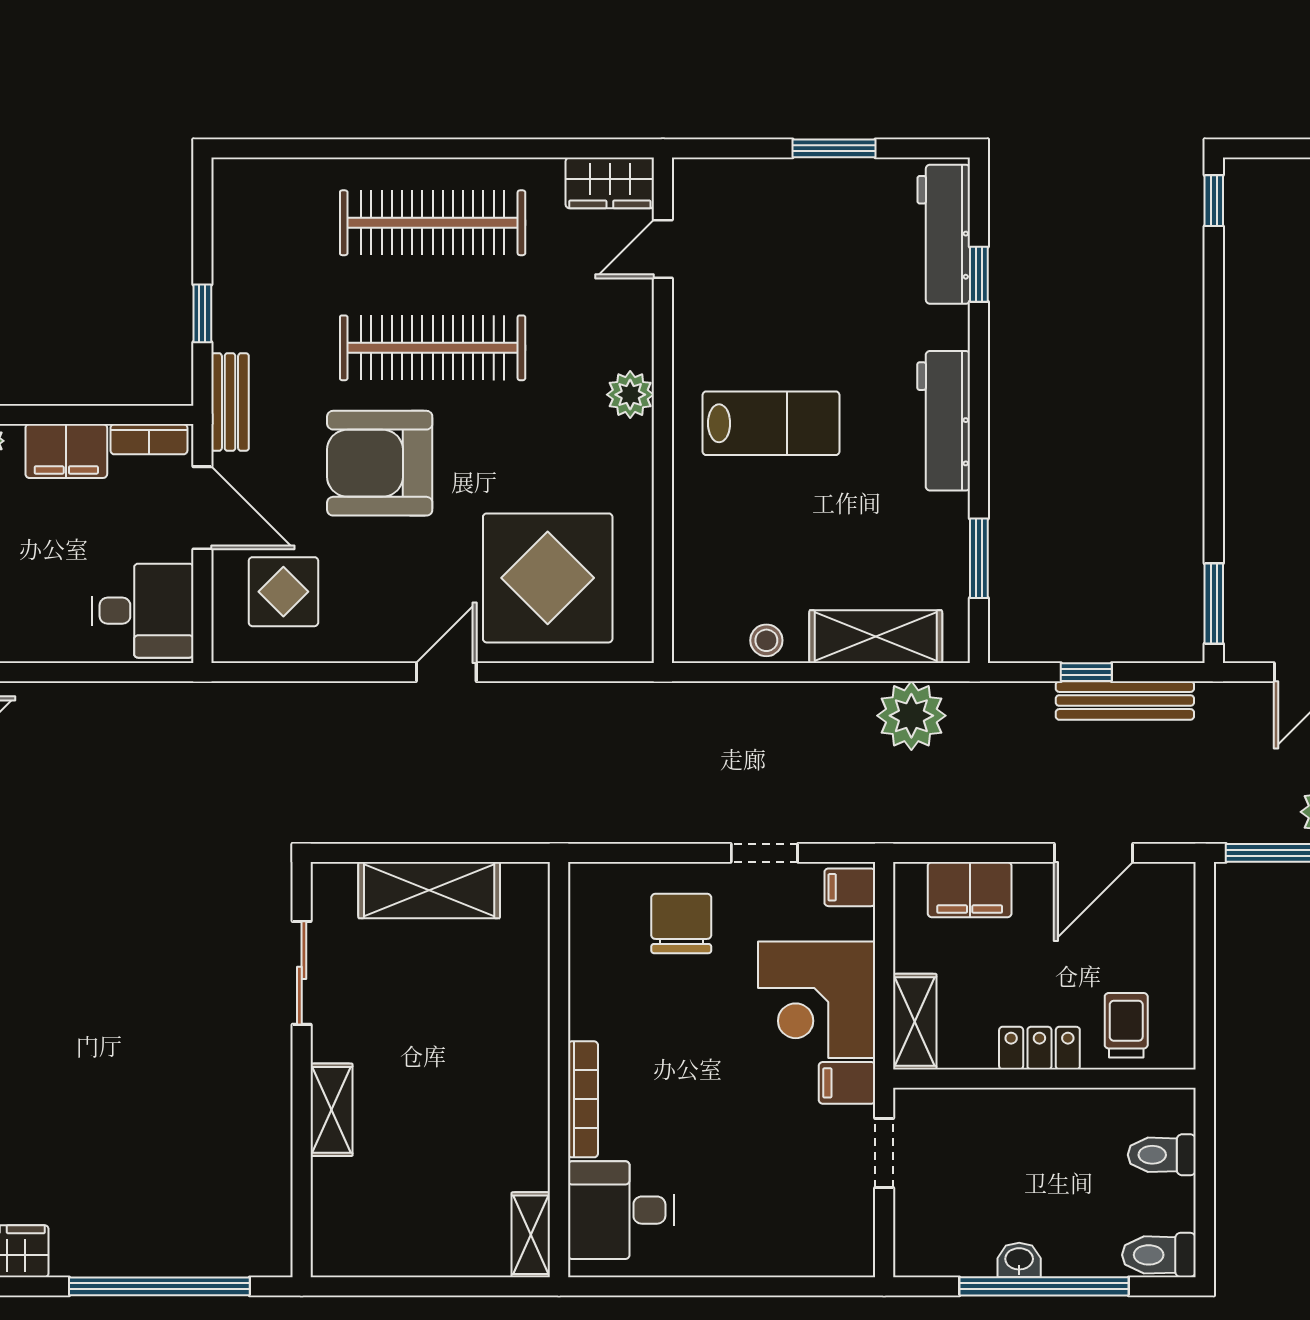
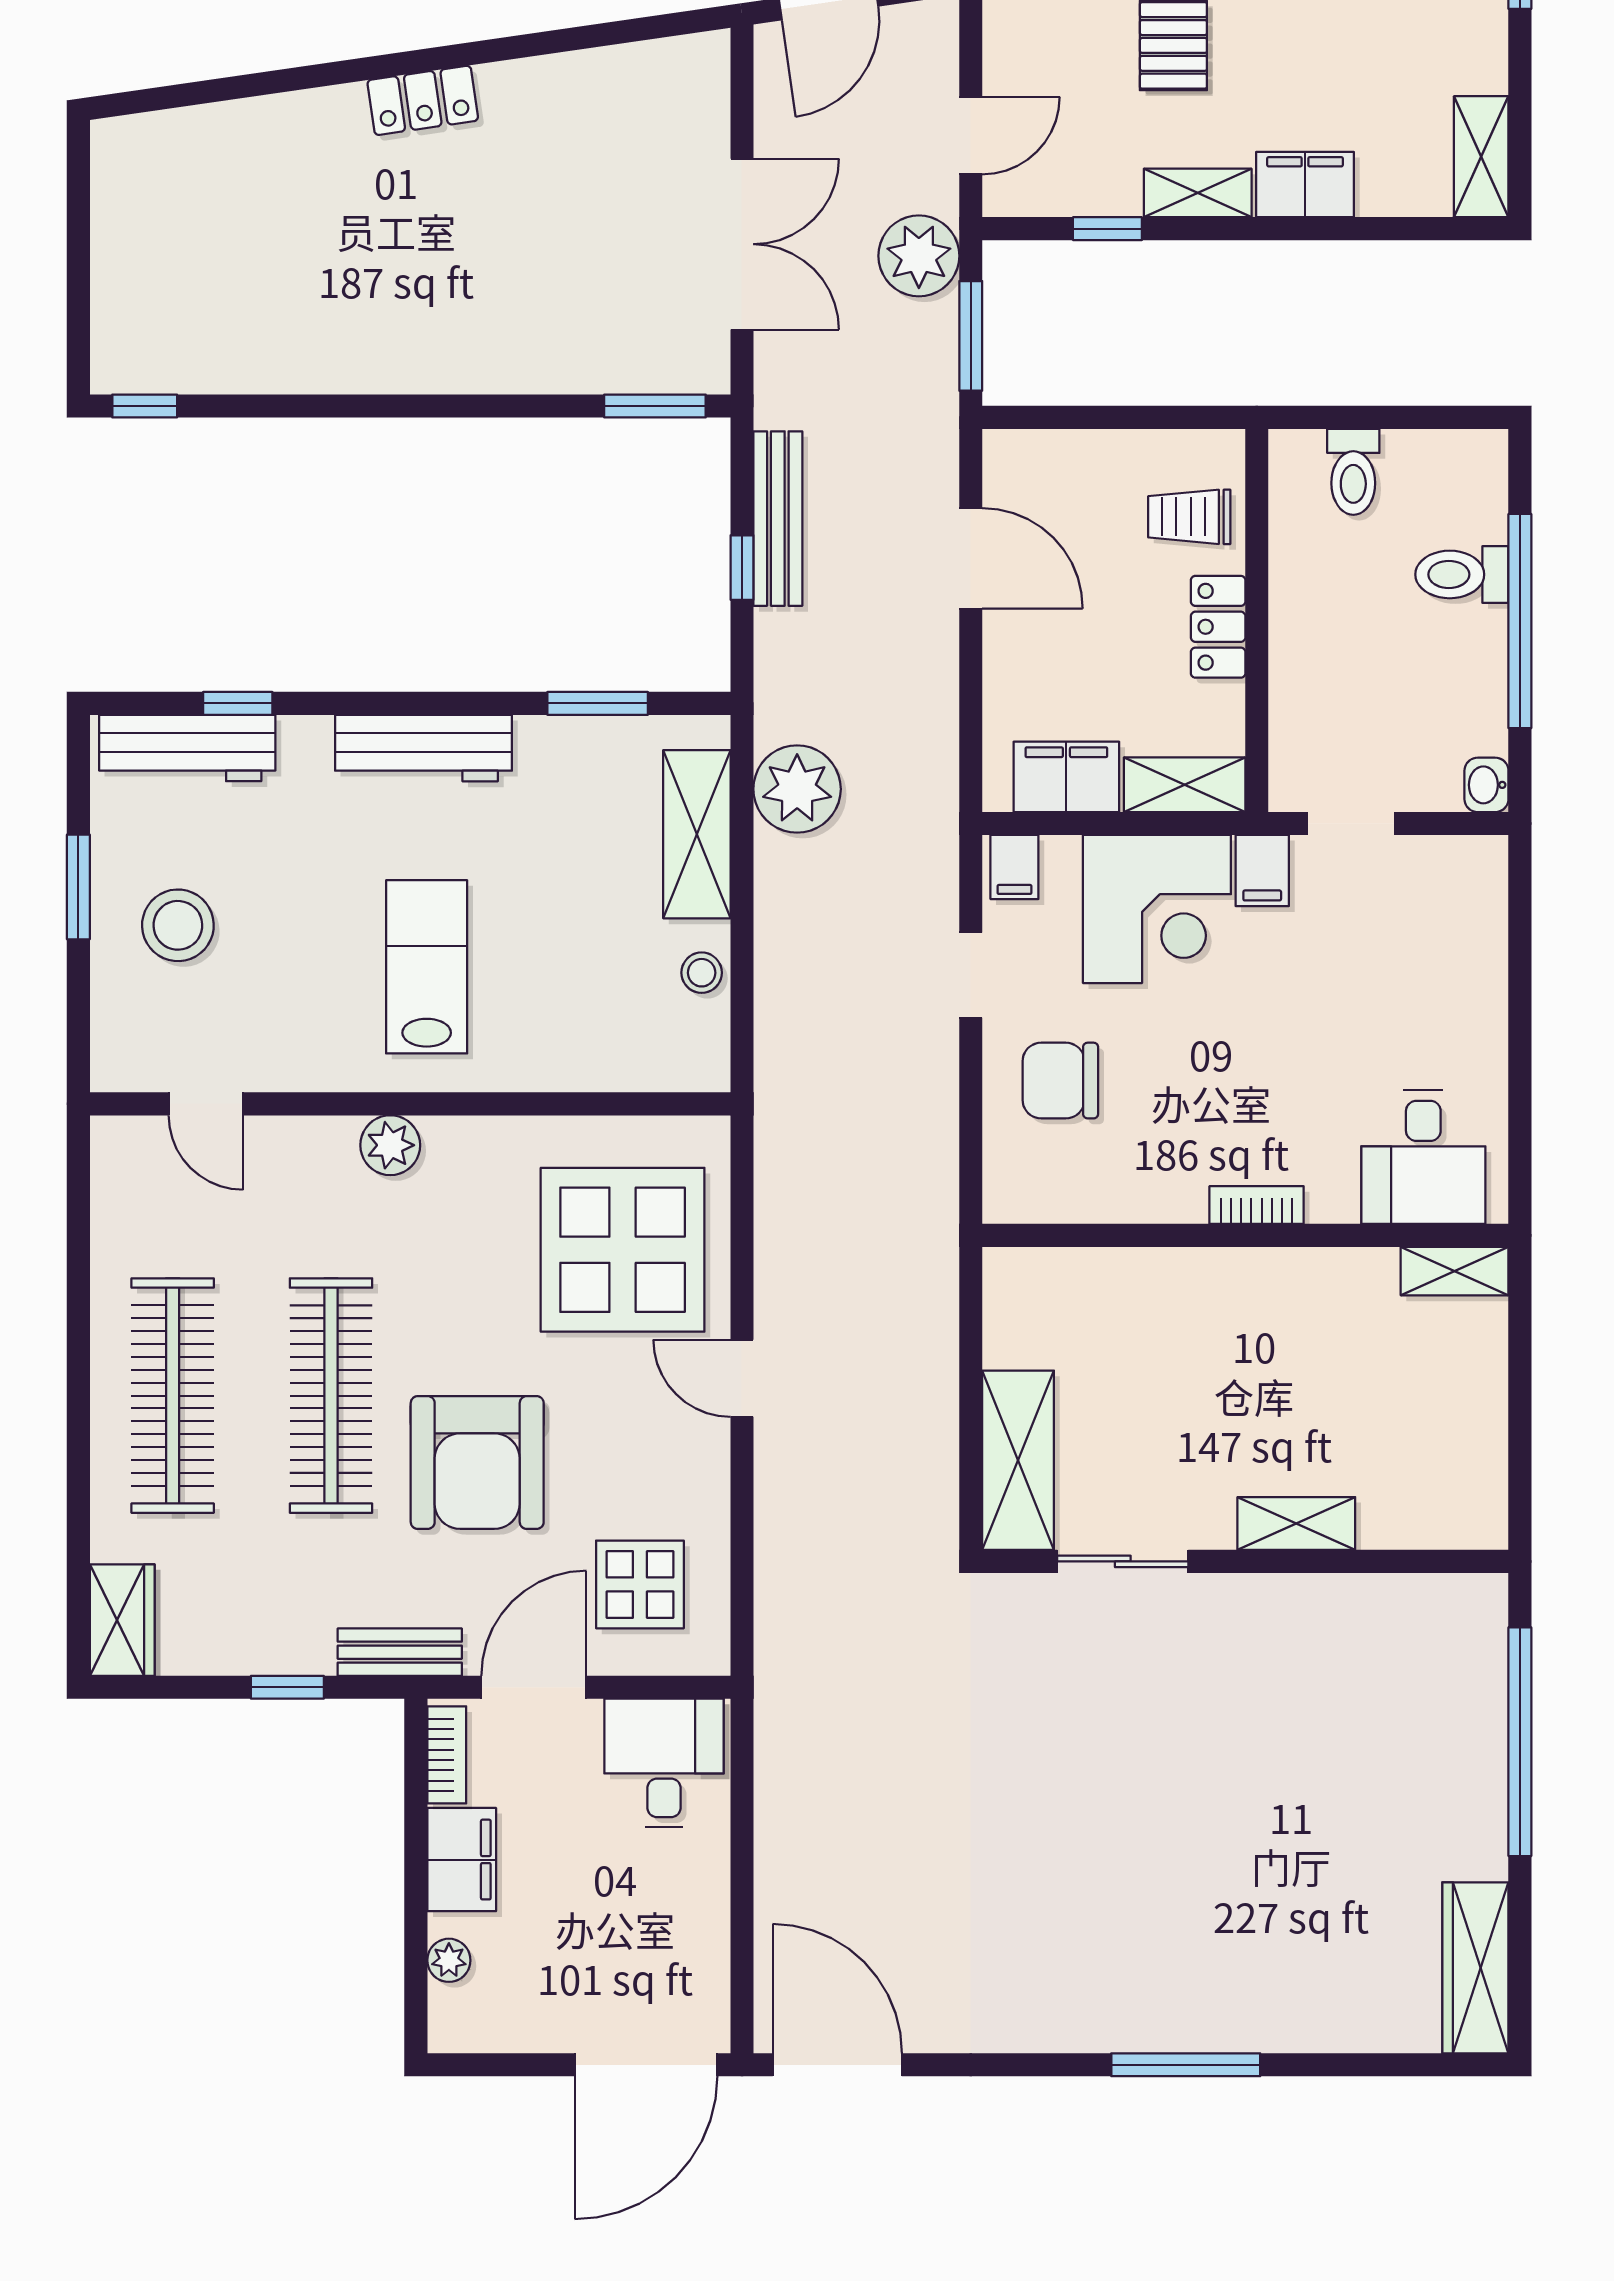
wardrobe: (610, 183) -> (122, 1620), moved
stool: (804, 227) -> (178, 925), added
shelving: (429, 890) -> (1018, 1460), moved
filing cabinet: (970, 890) -> (1066, 777), moved, turned -90
bookcase: (583, 1099) -> (1257, 1205), width x0.64
toilet: (1159, 1255) -> (1462, 574), moved, turned 90
washbasin: (1019, 1260) -> (1486, 785), moved

